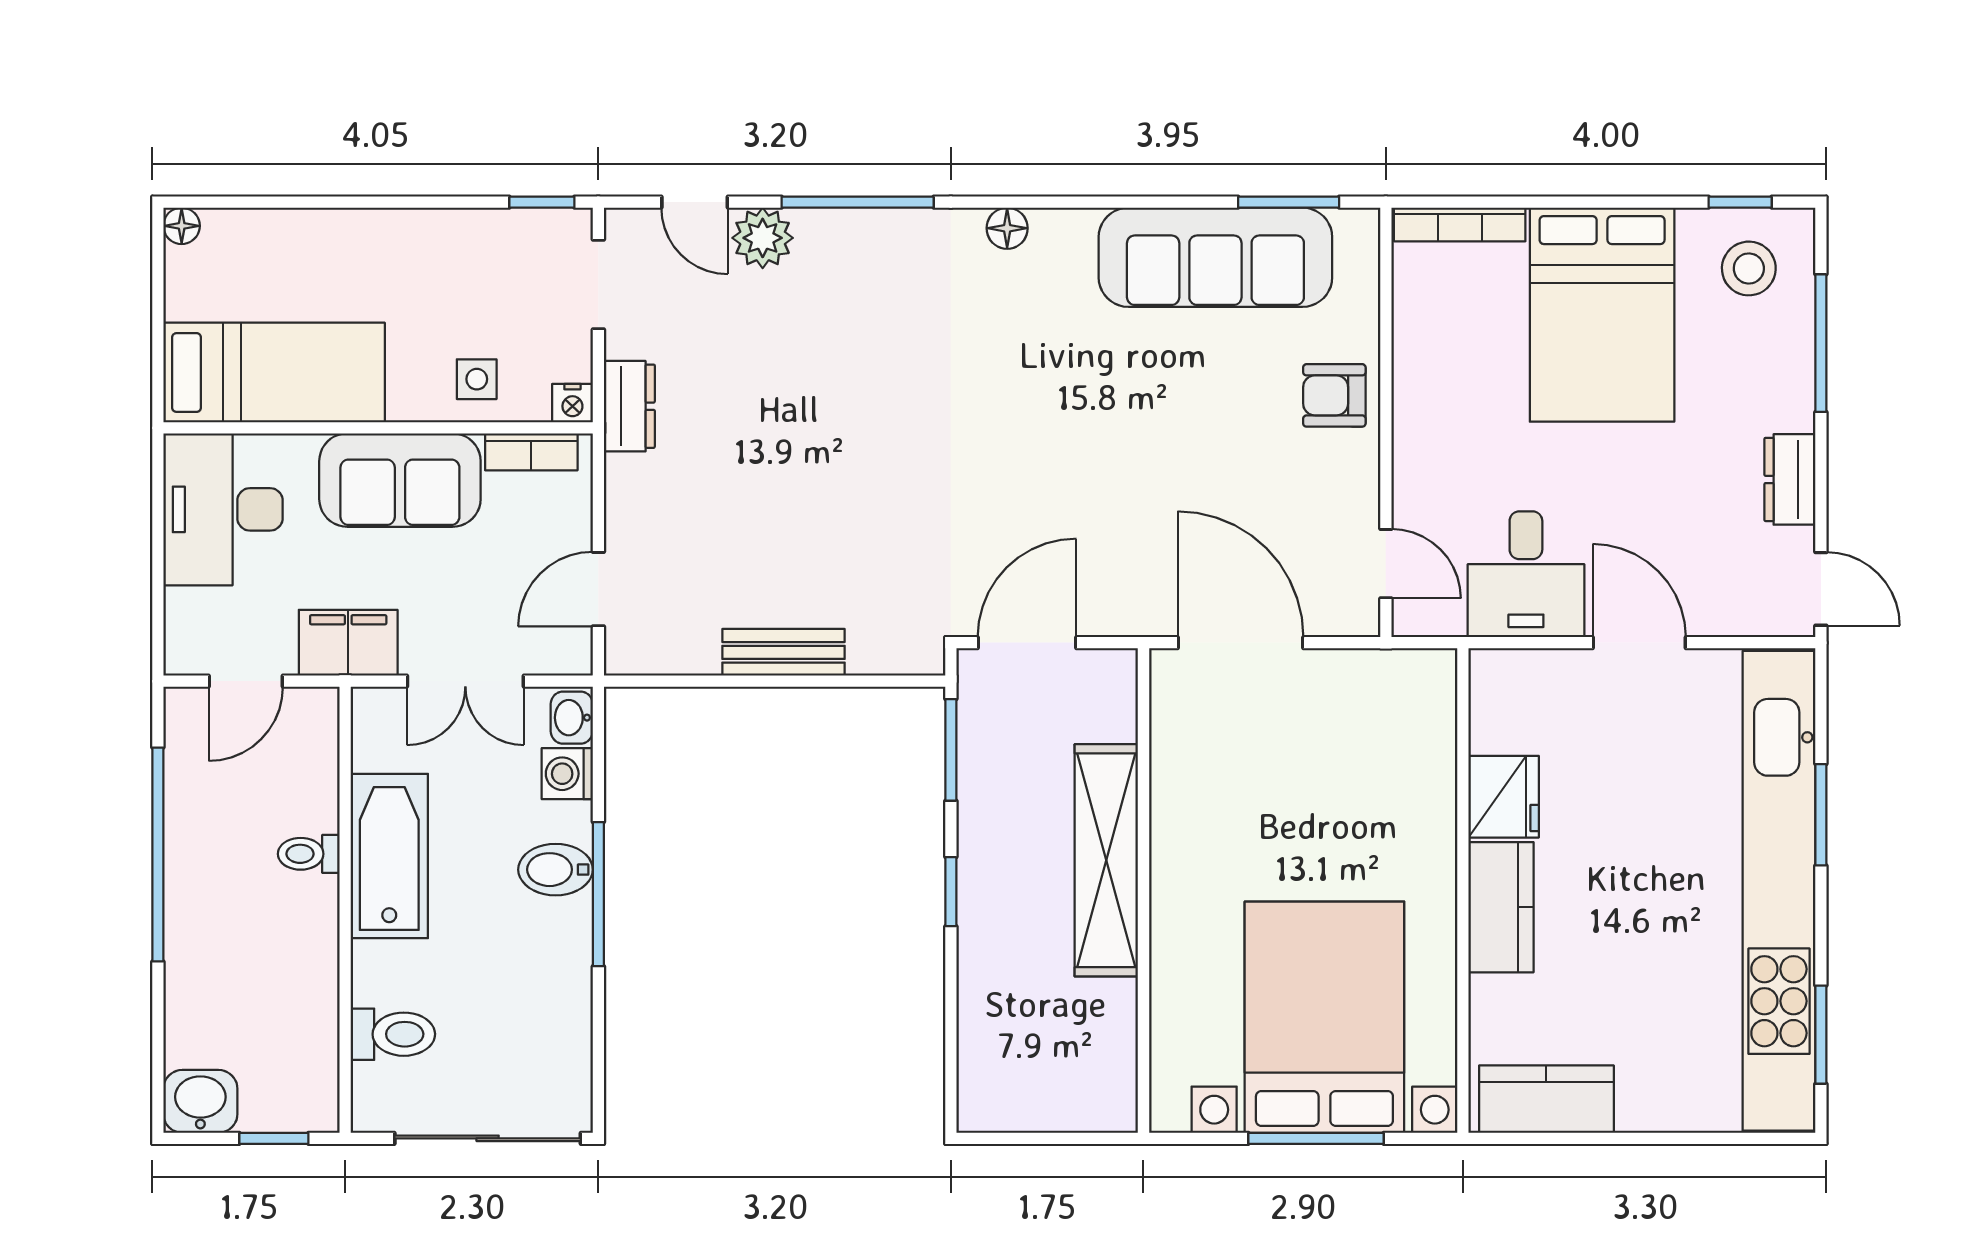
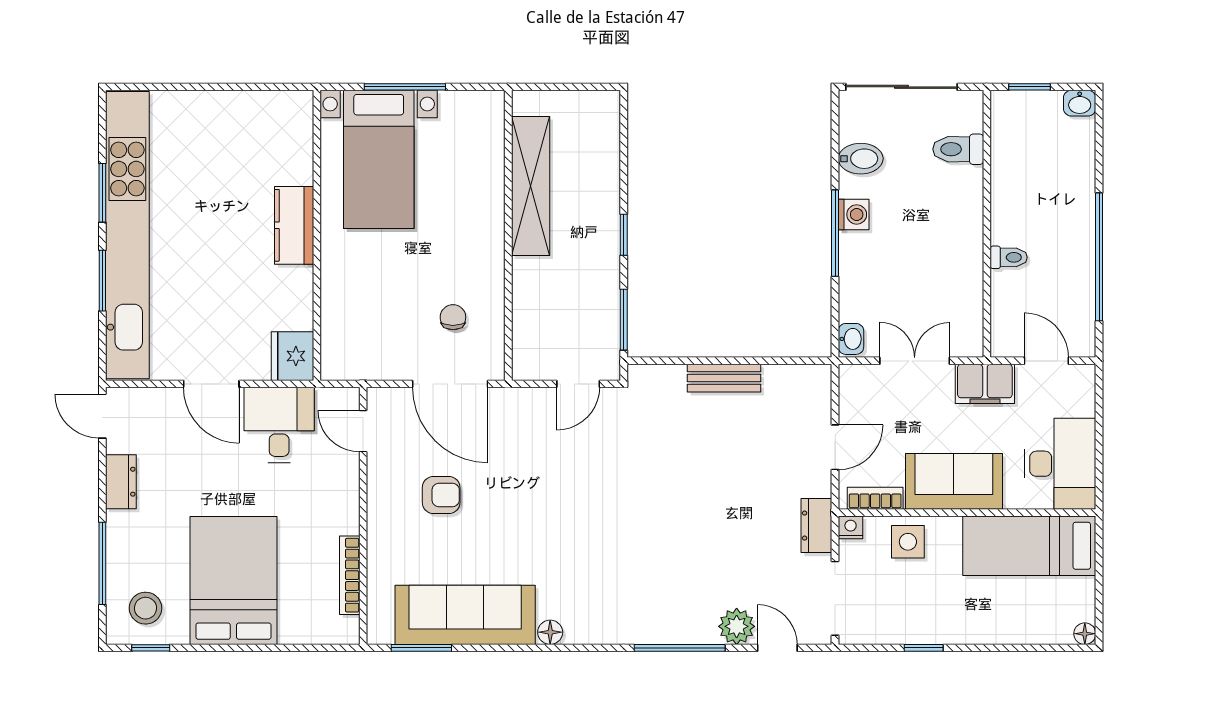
window: (542, 202) -> (924, 648), moved
bookcase: (1460, 224) -> (350, 575), moved, turned -90
floor lamp: (1007, 228) -> (550, 632), moved
doorway: (598, 285) -> (835, 598), width x1.38
side table: (477, 379) -> (908, 542), width x1.37, depth x1.37
armchair: (1334, 395) -> (441, 495), moved
door: (598, 589) -> (835, 447), moved
door: (1027, 643) -> (578, 384), width x0.73
door: (246, 681) -> (1046, 361), hinge flipped
chair: (1236, 754) -> (453, 317), added
washing machine: (567, 774) -> (854, 214), moved
fridge: (1504, 797) -> (292, 356), moved
bathtub: (389, 856) -> (960, 256), removed
shelving: (1106, 860) -> (531, 186), moved
bidet: (556, 870) -> (861, 159), moved
bed with nightstands: (1324, 1017) -> (379, 159), width x0.73
window: (1821, 1035) -> (102, 193), moved
kitchen counter: (1546, 1099) -> (267, 110), removed
washbasin: (200, 1101) -> (1080, 103), width x0.72, depth x0.69

